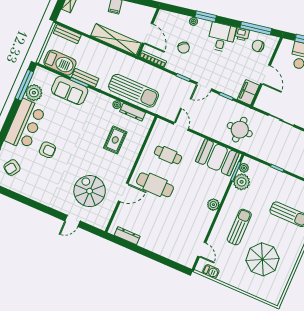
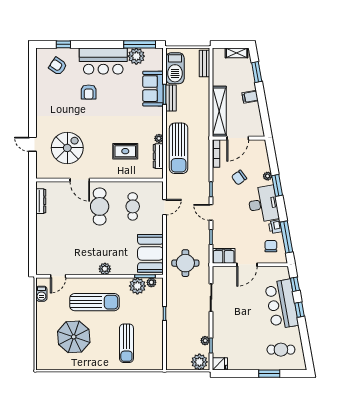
desk: (221, 37) -> (263, 204), width x1.37
sun lounger: (239, 227) -> (94, 302), width x1.36, depth x1.34

